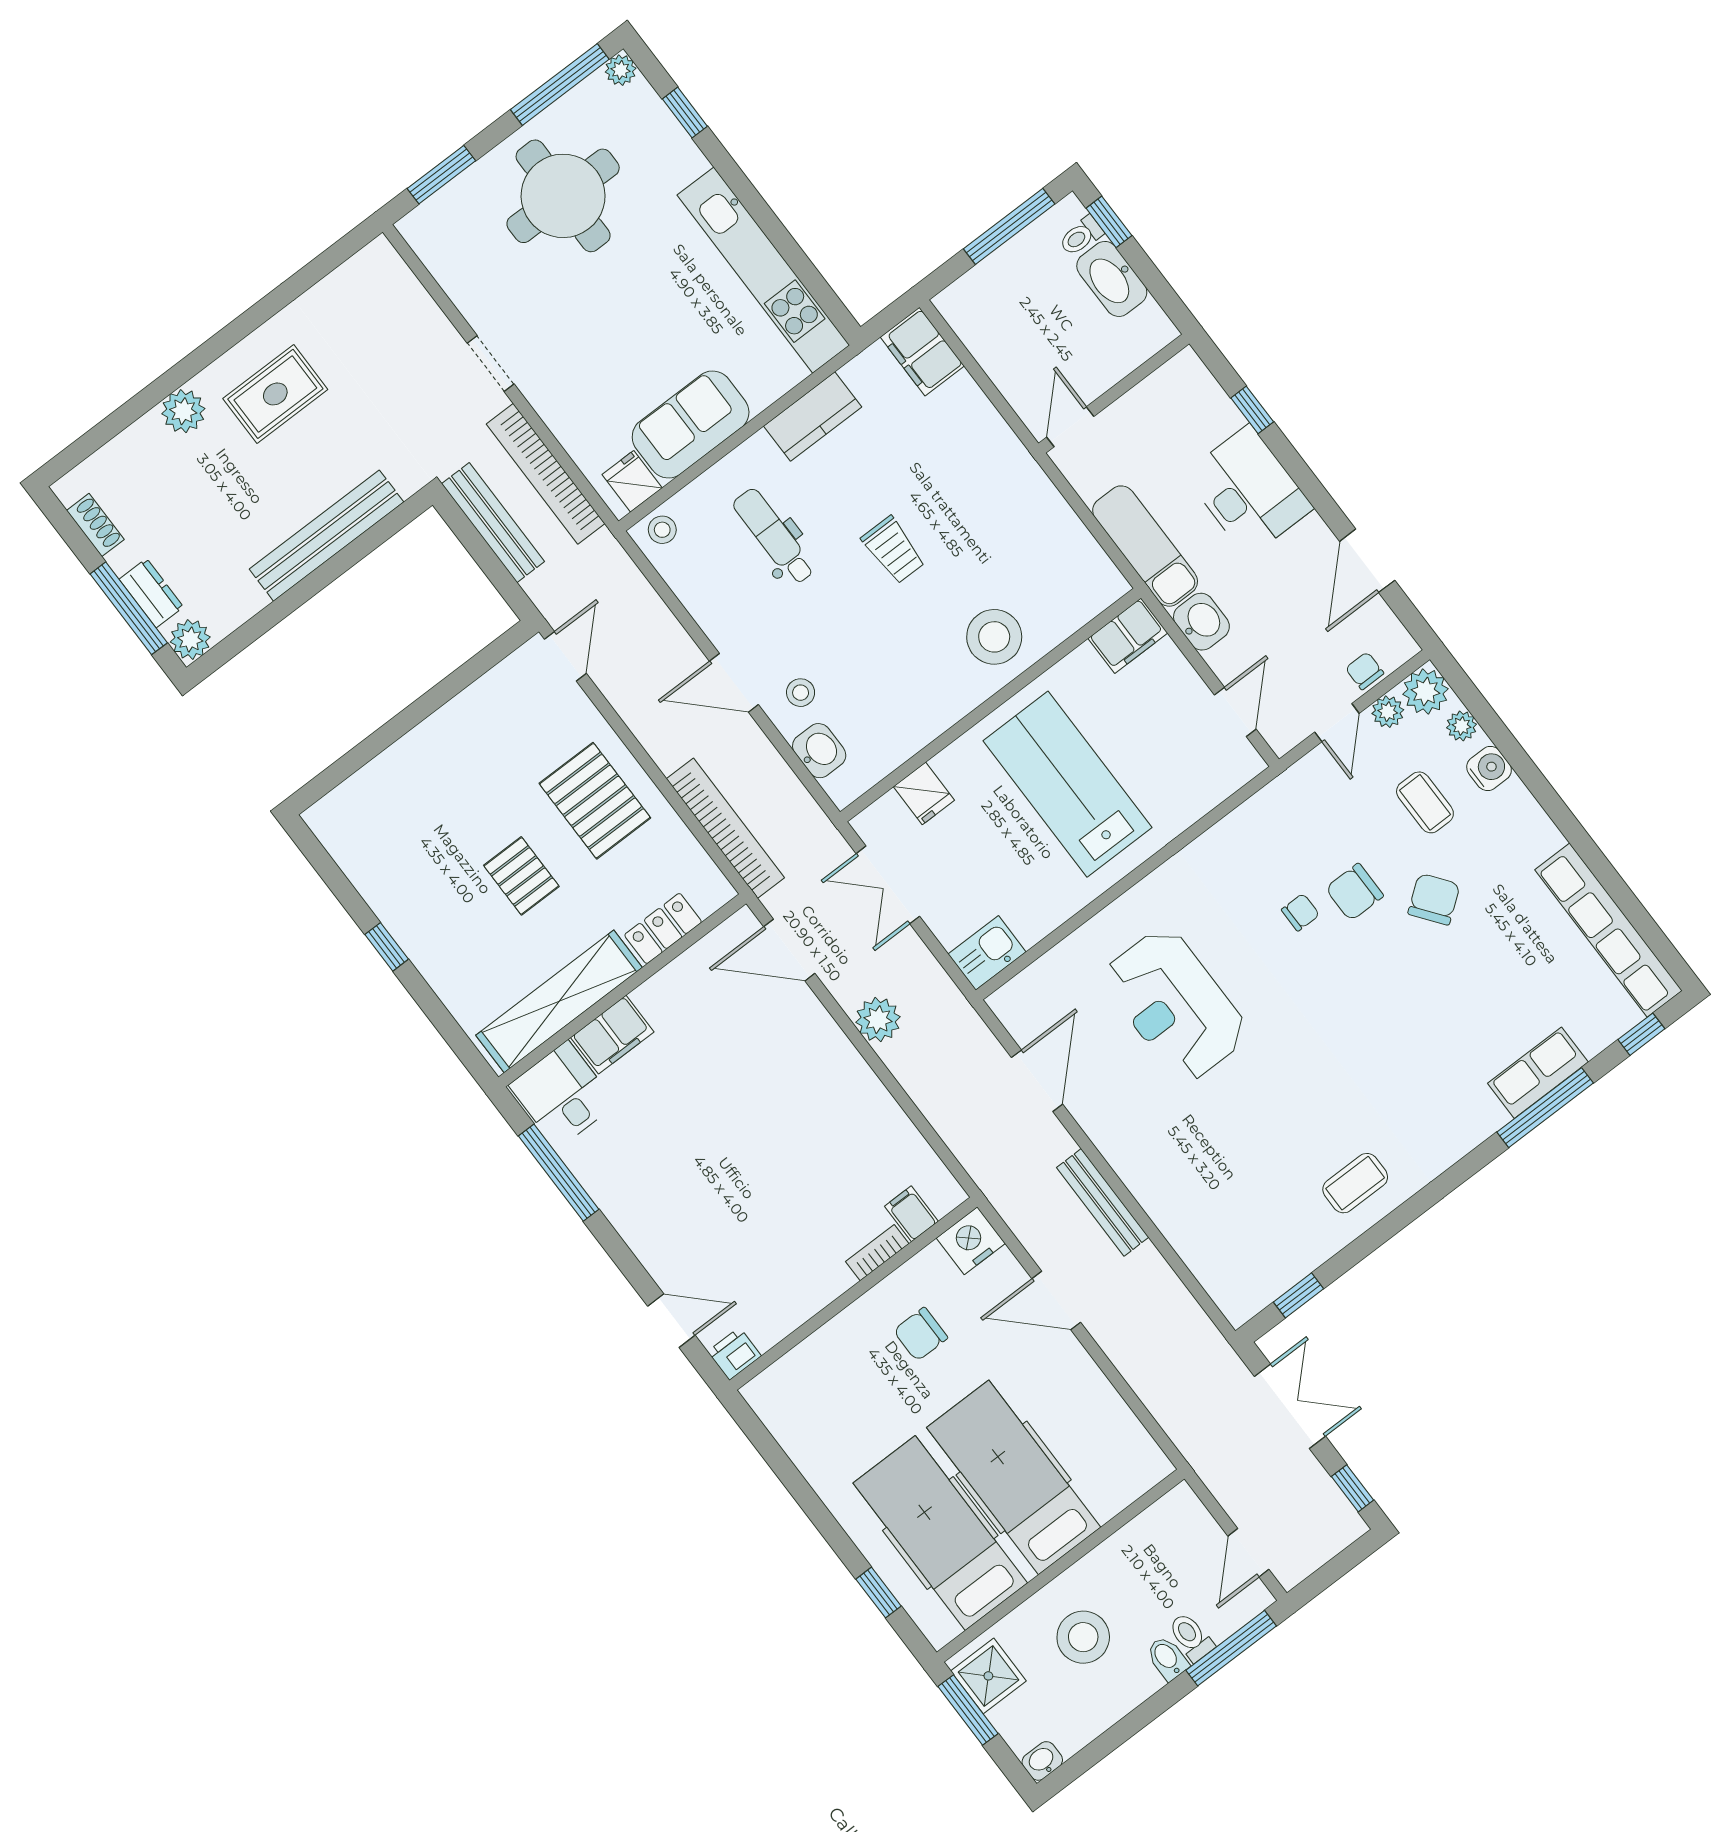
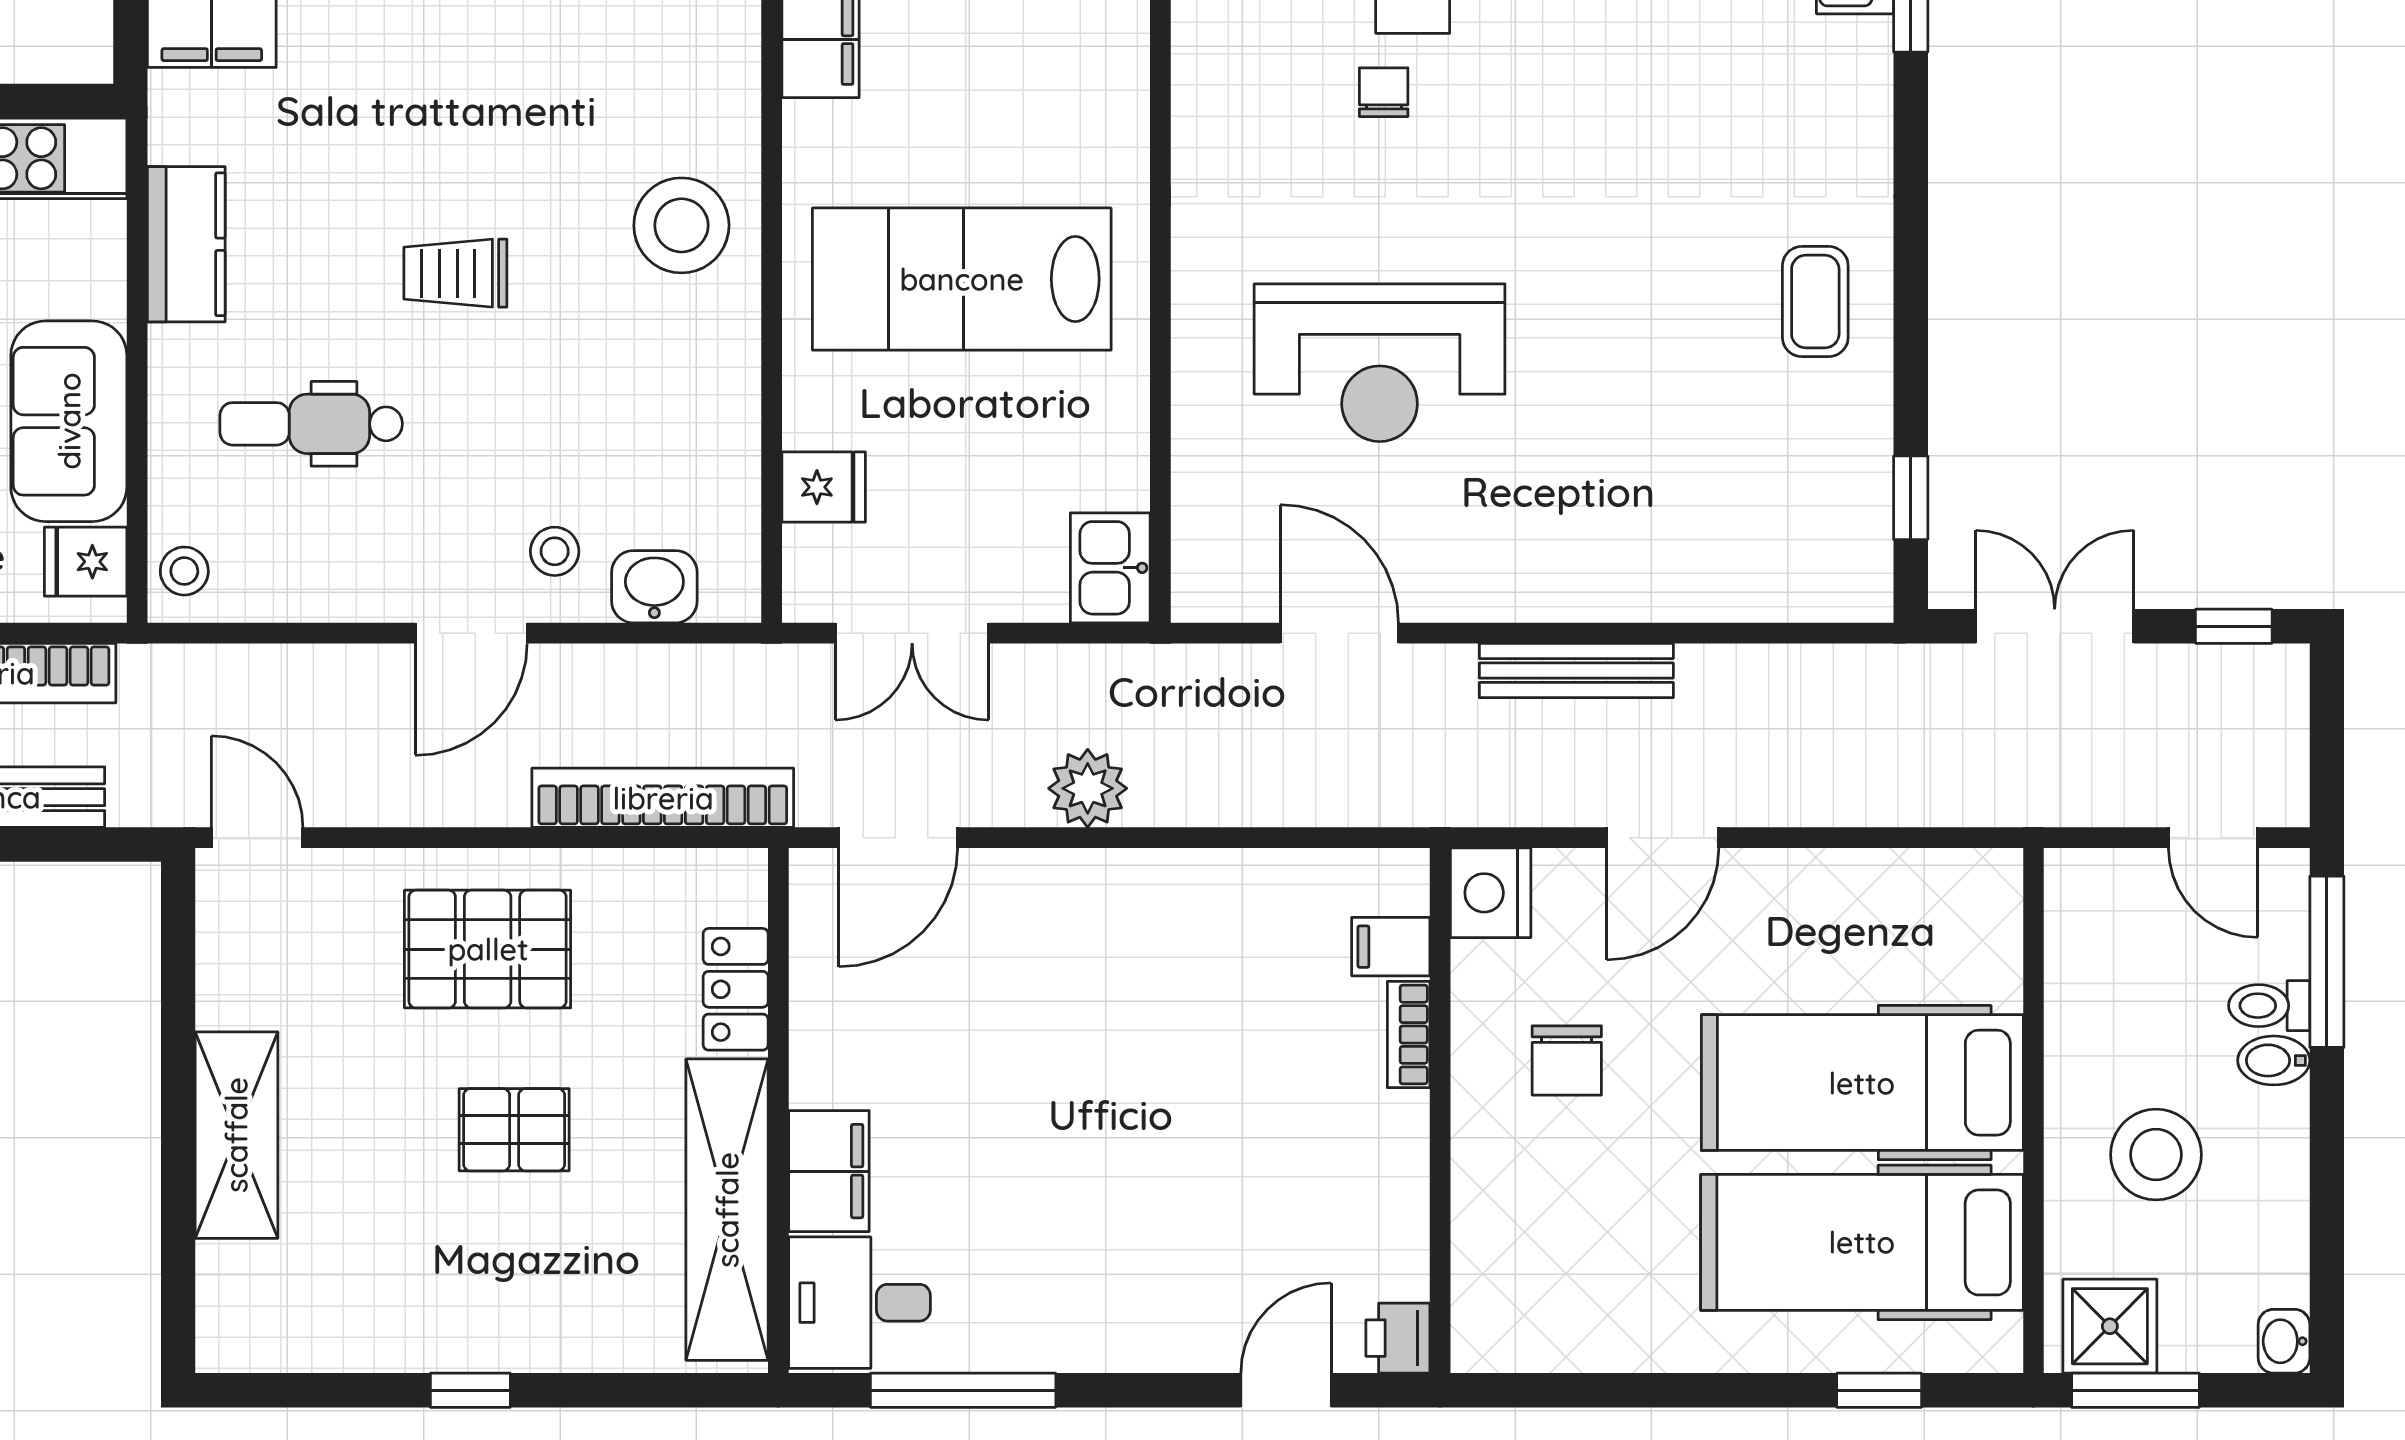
trolley: (893, 550) -> (455, 273), turned 180
shelving: (422, 751) -> (236, 1135), added

